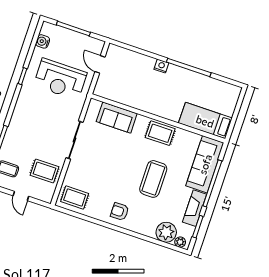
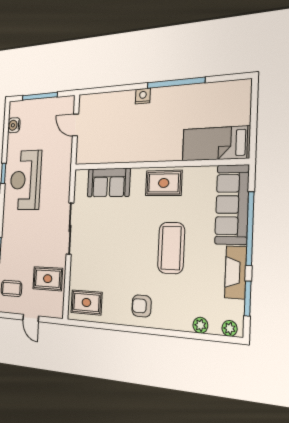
reception desk: (60, 79) -> (25, 180), moved, turned 90
plant: (166, 232) -> (200, 325), width x0.53, depth x0.53

